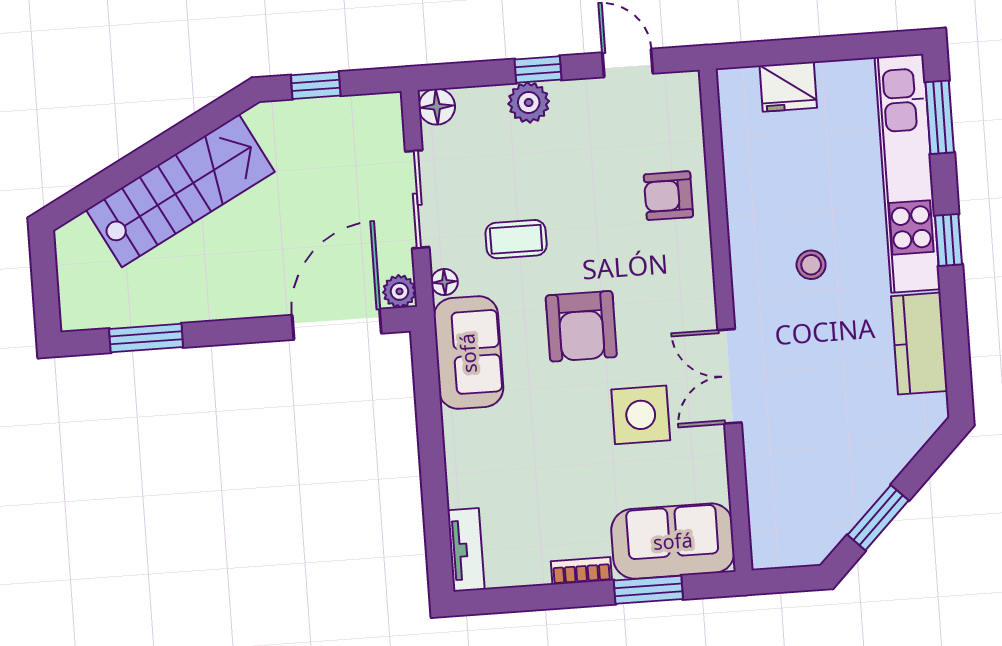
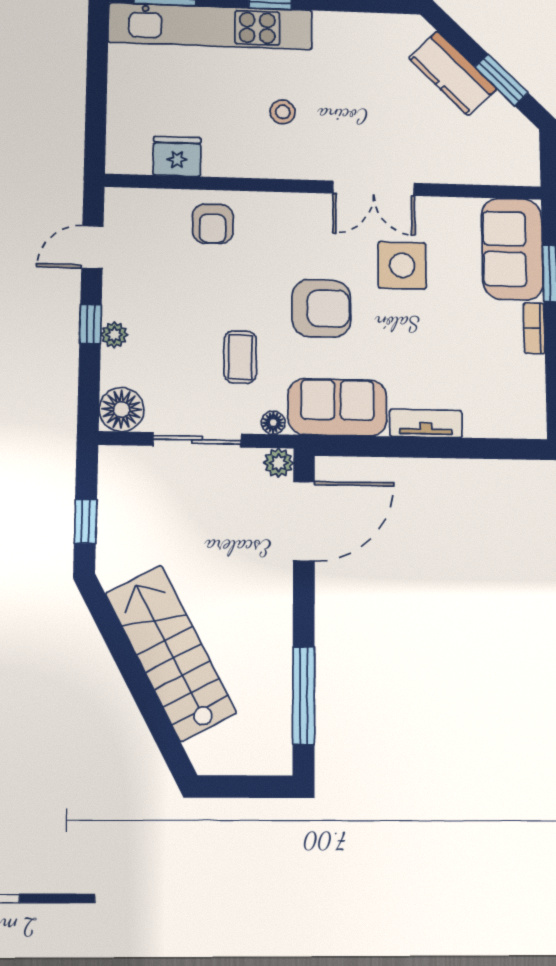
fridge: (788, 87) -> (177, 156), moved, turned -90
plant: (529, 102) -> (114, 335), width x0.73, depth x0.73
floor lamp: (437, 107) -> (122, 409), width x1.38, depth x1.38
door: (337, 324) -> (304, 521), swing flipped
window: (146, 338) -> (304, 696), width x1.44
kitchen counter: (919, 344) -> (453, 73), moved, turned 45
tv unit: (466, 550) -> (426, 423), moved

